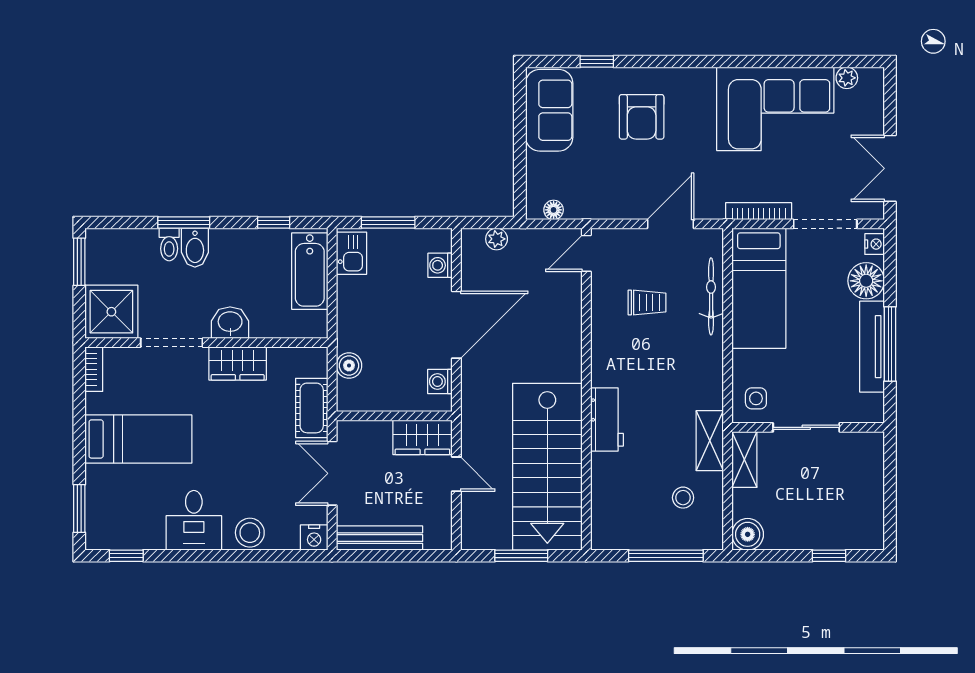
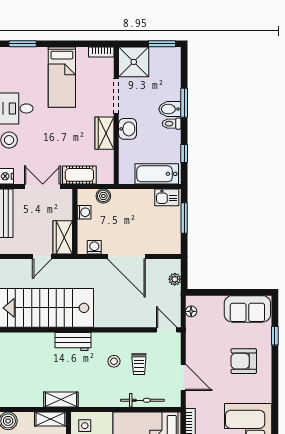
toilet: (169, 244) -> (172, 124), moved
washing machine: (440, 265) -> (84, 212), moved, turned 90
stool: (683, 498) -> (114, 361), moved

